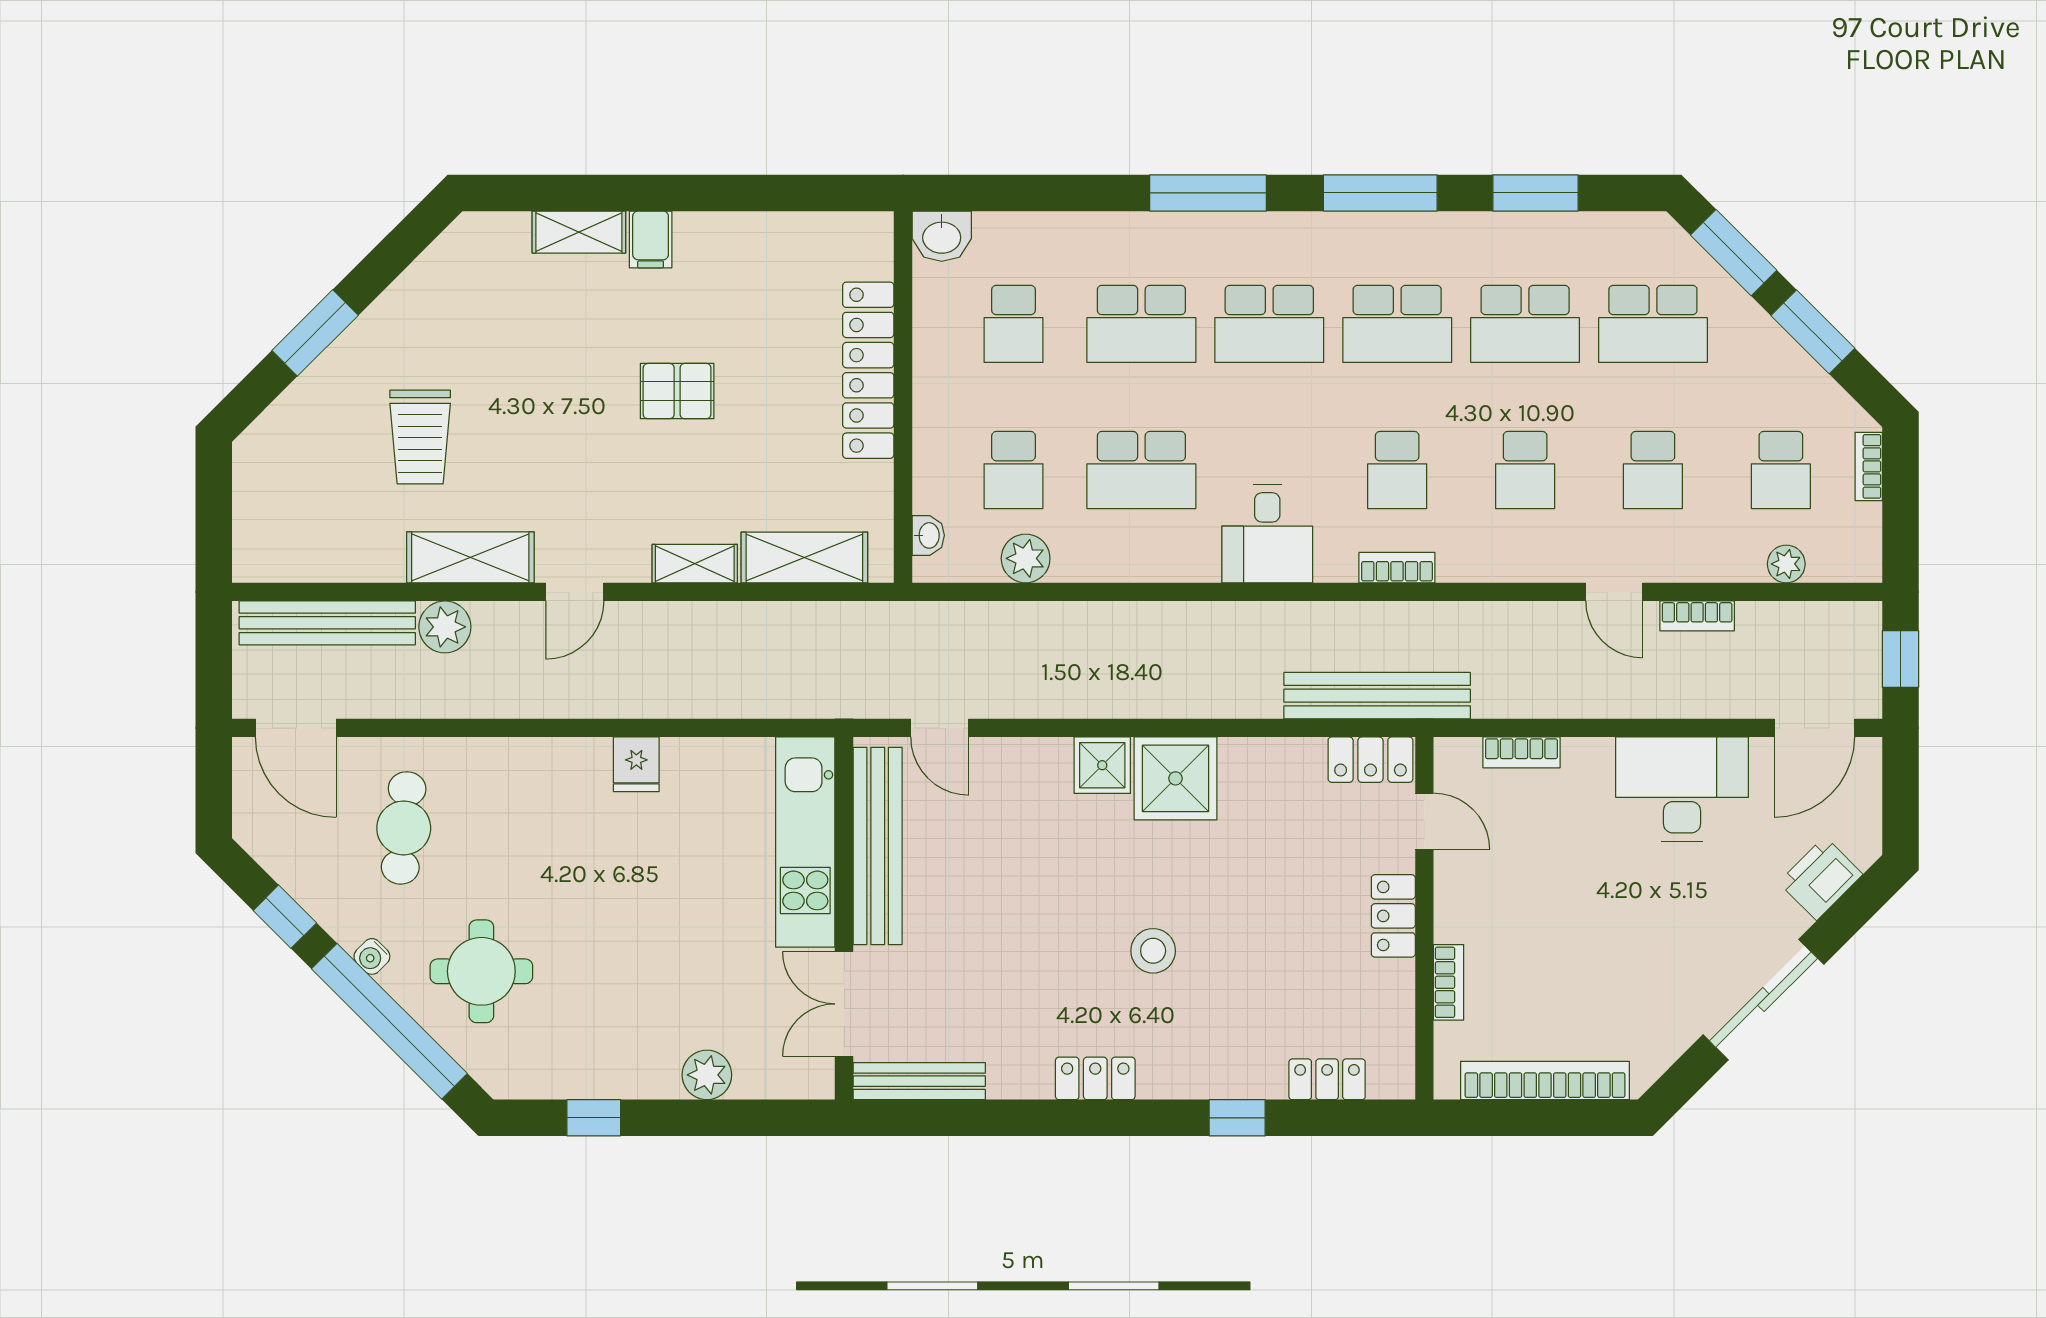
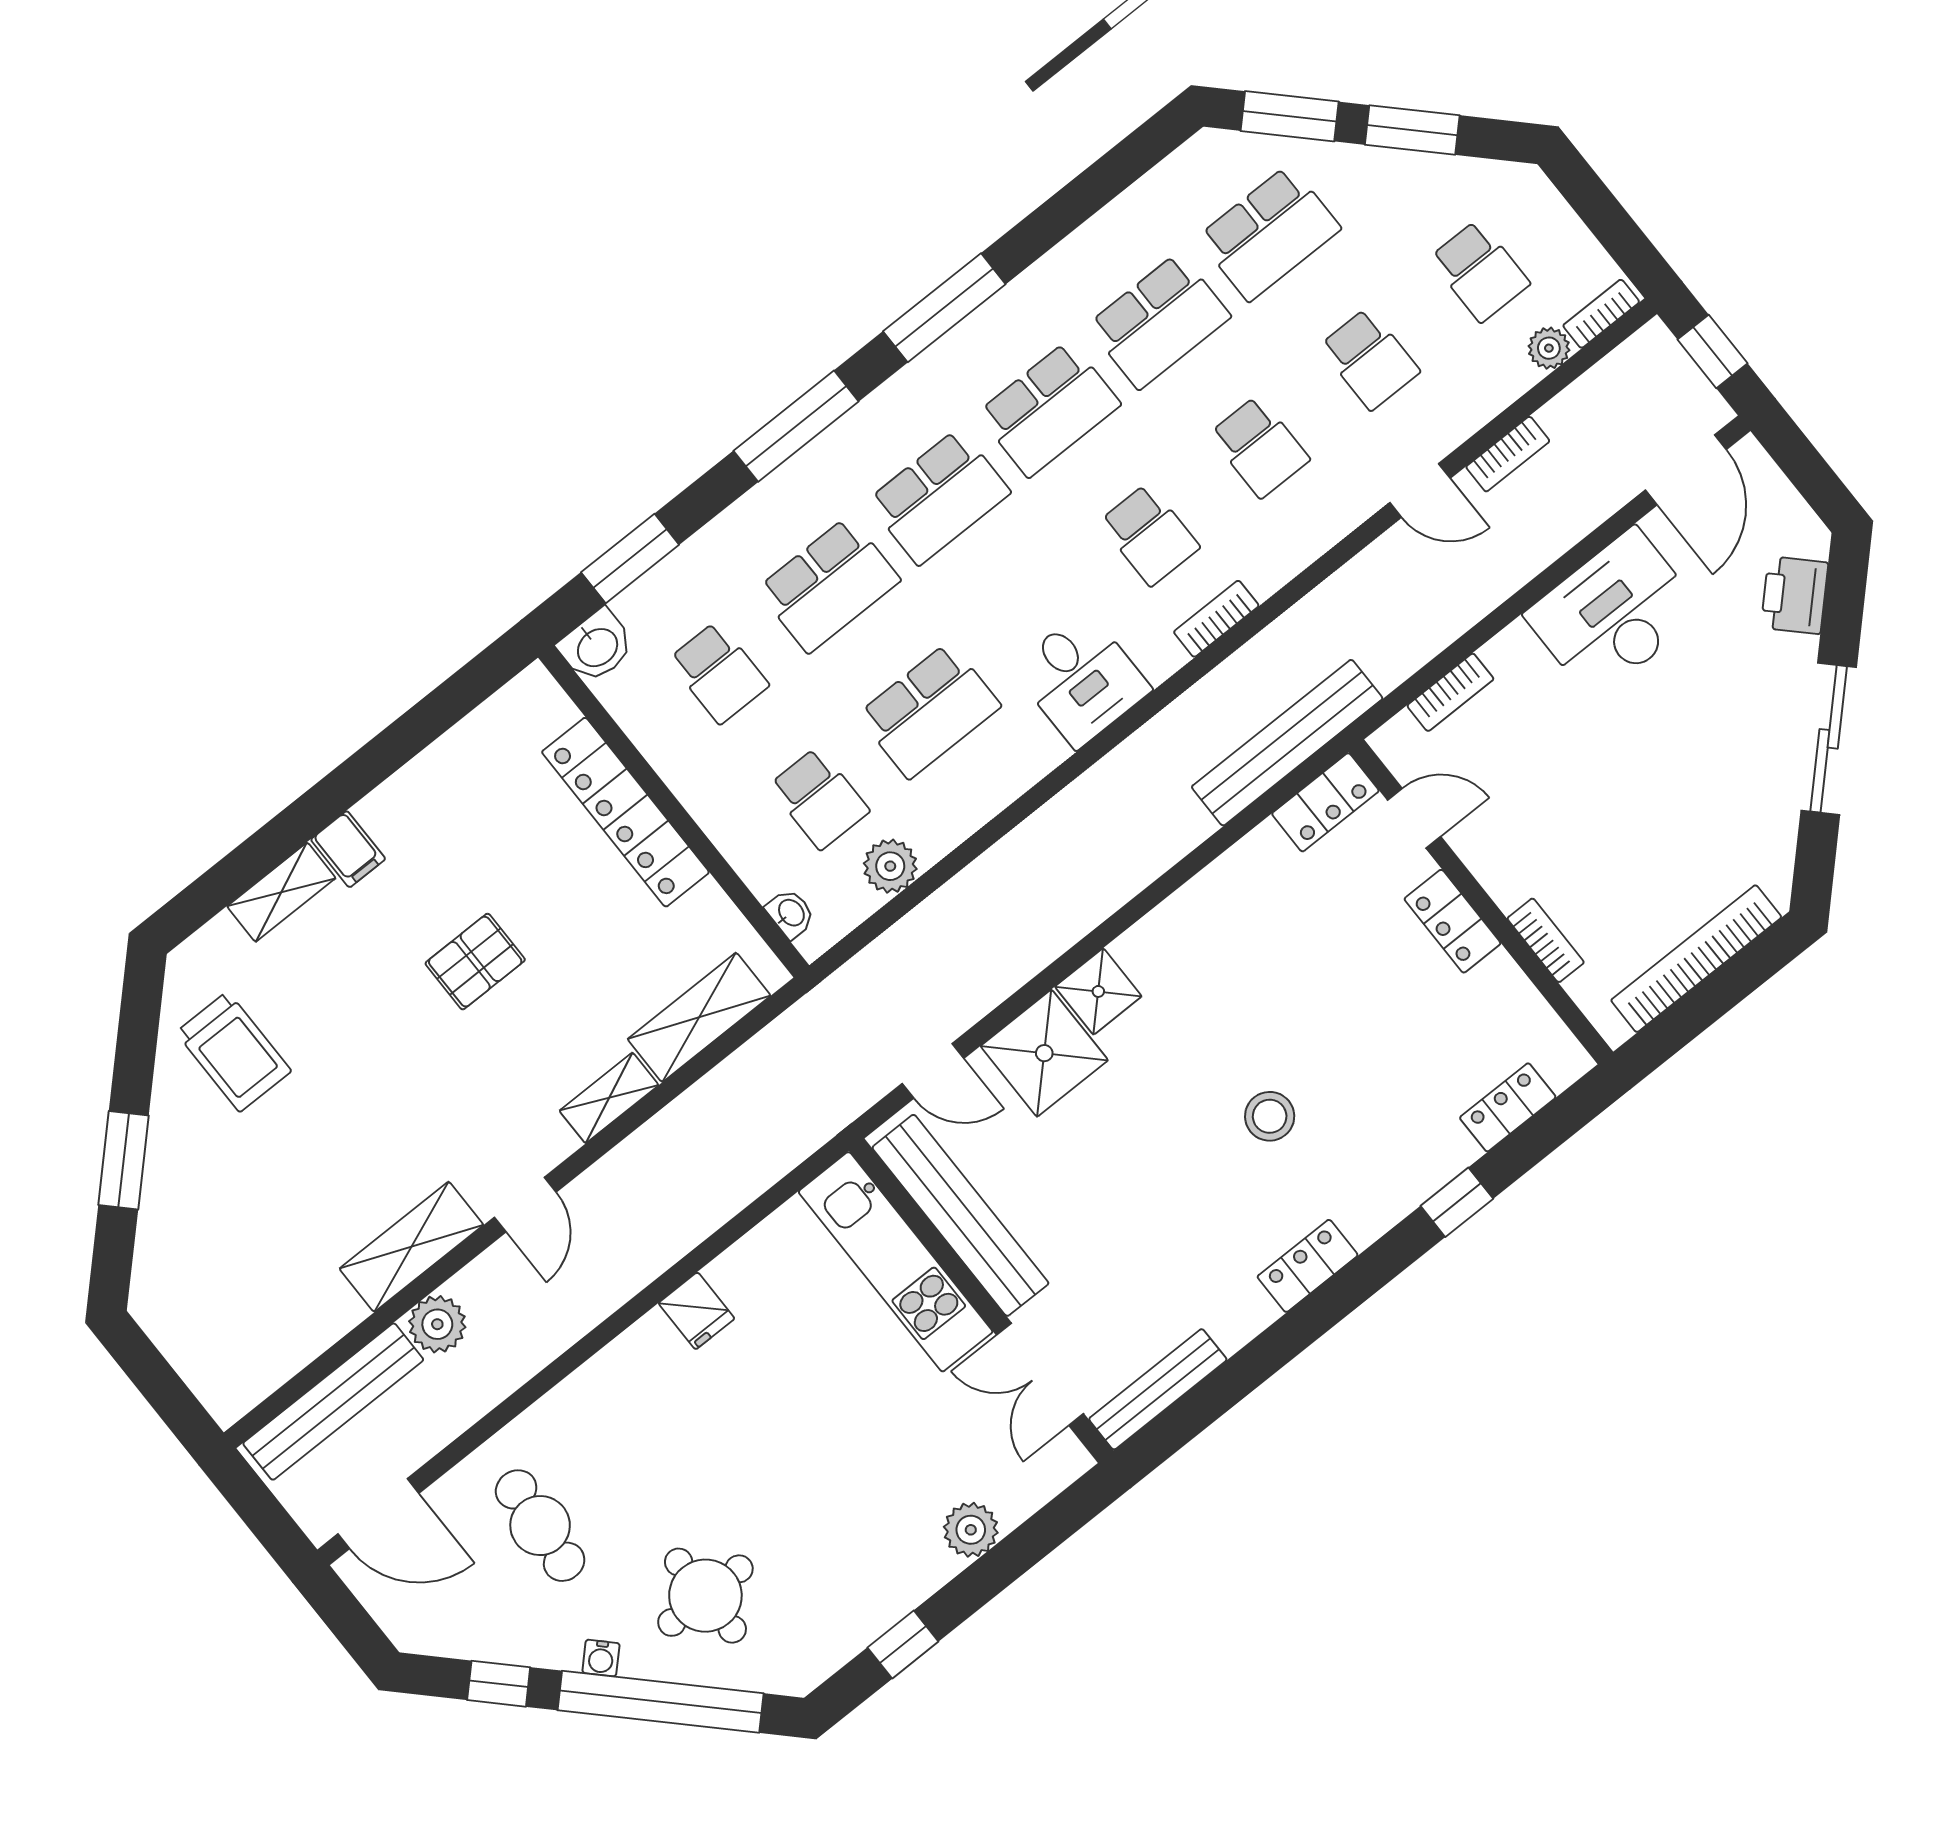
window: (1535, 193) -> (630, 559), moved
trolley: (420, 437) -> (234, 1052), moved
bookcase: (1869, 466) -> (1601, 314), moved, turned 90
shower: (1176, 778) -> (1044, 1053), moved

